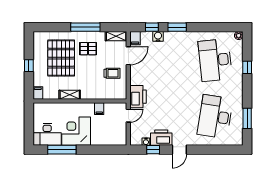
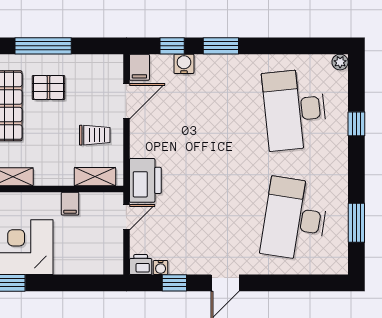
shelving: (116, 36) -> (95, 177), moved
printer: (161, 138) -> (141, 265), moved, width x0.53, depth x0.68

